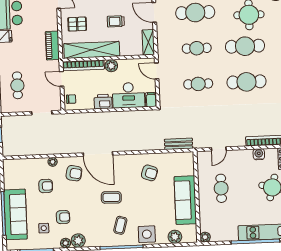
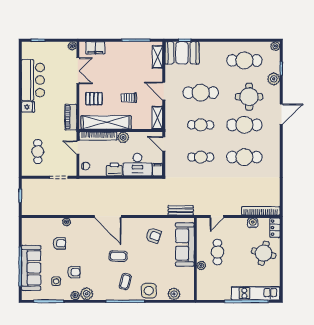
armchair: (74, 173) -> (85, 233), removed
sofa: (185, 200) -> (185, 244), moved
plant: (205, 237) -> (201, 265), moved

